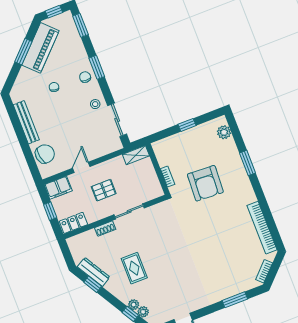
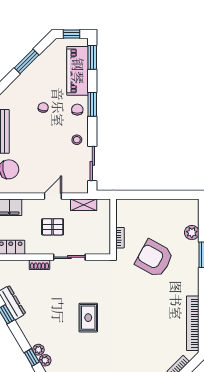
piano: (40, 48) -> (78, 71), moved, turned 135
window: (187, 125) -> (159, 195), removed
plant: (224, 132) -> (192, 233), moved
shelving: (136, 155) -> (84, 205), moved
door: (81, 167) -> (53, 196), moved
armchair: (205, 183) -> (154, 258), turned 116
rug: (134, 268) -> (88, 318), moved

